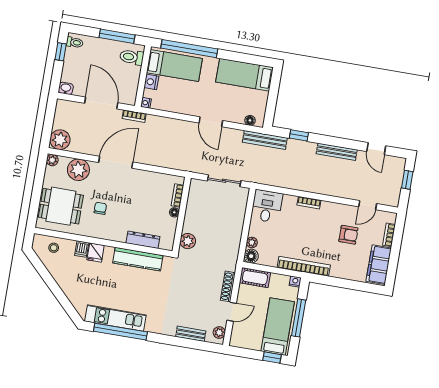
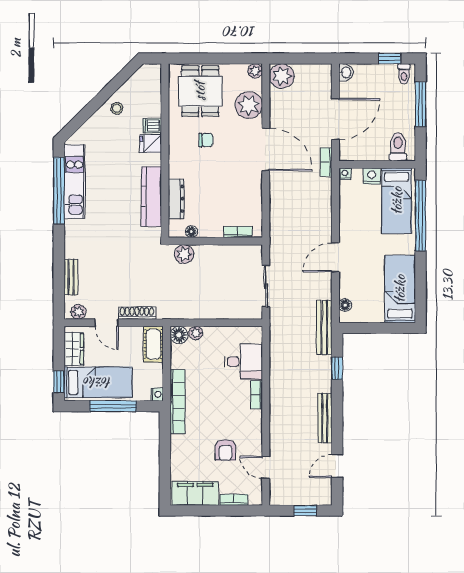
window: (117, 36) -> (421, 104), moved
desk: (267, 206) -> (243, 362), moved
floor lamp: (174, 212) -> (191, 232), moved
stool: (54, 248) -> (117, 108), moved
wardrobe: (248, 341) -> (74, 349), added

